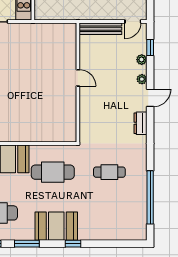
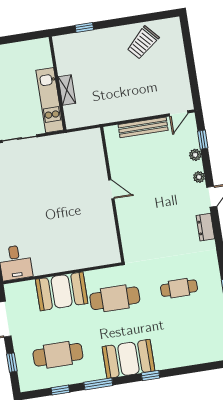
door: (78, 78) -> (111, 189), moved
wall: (78, 83) -> (112, 195), moved

